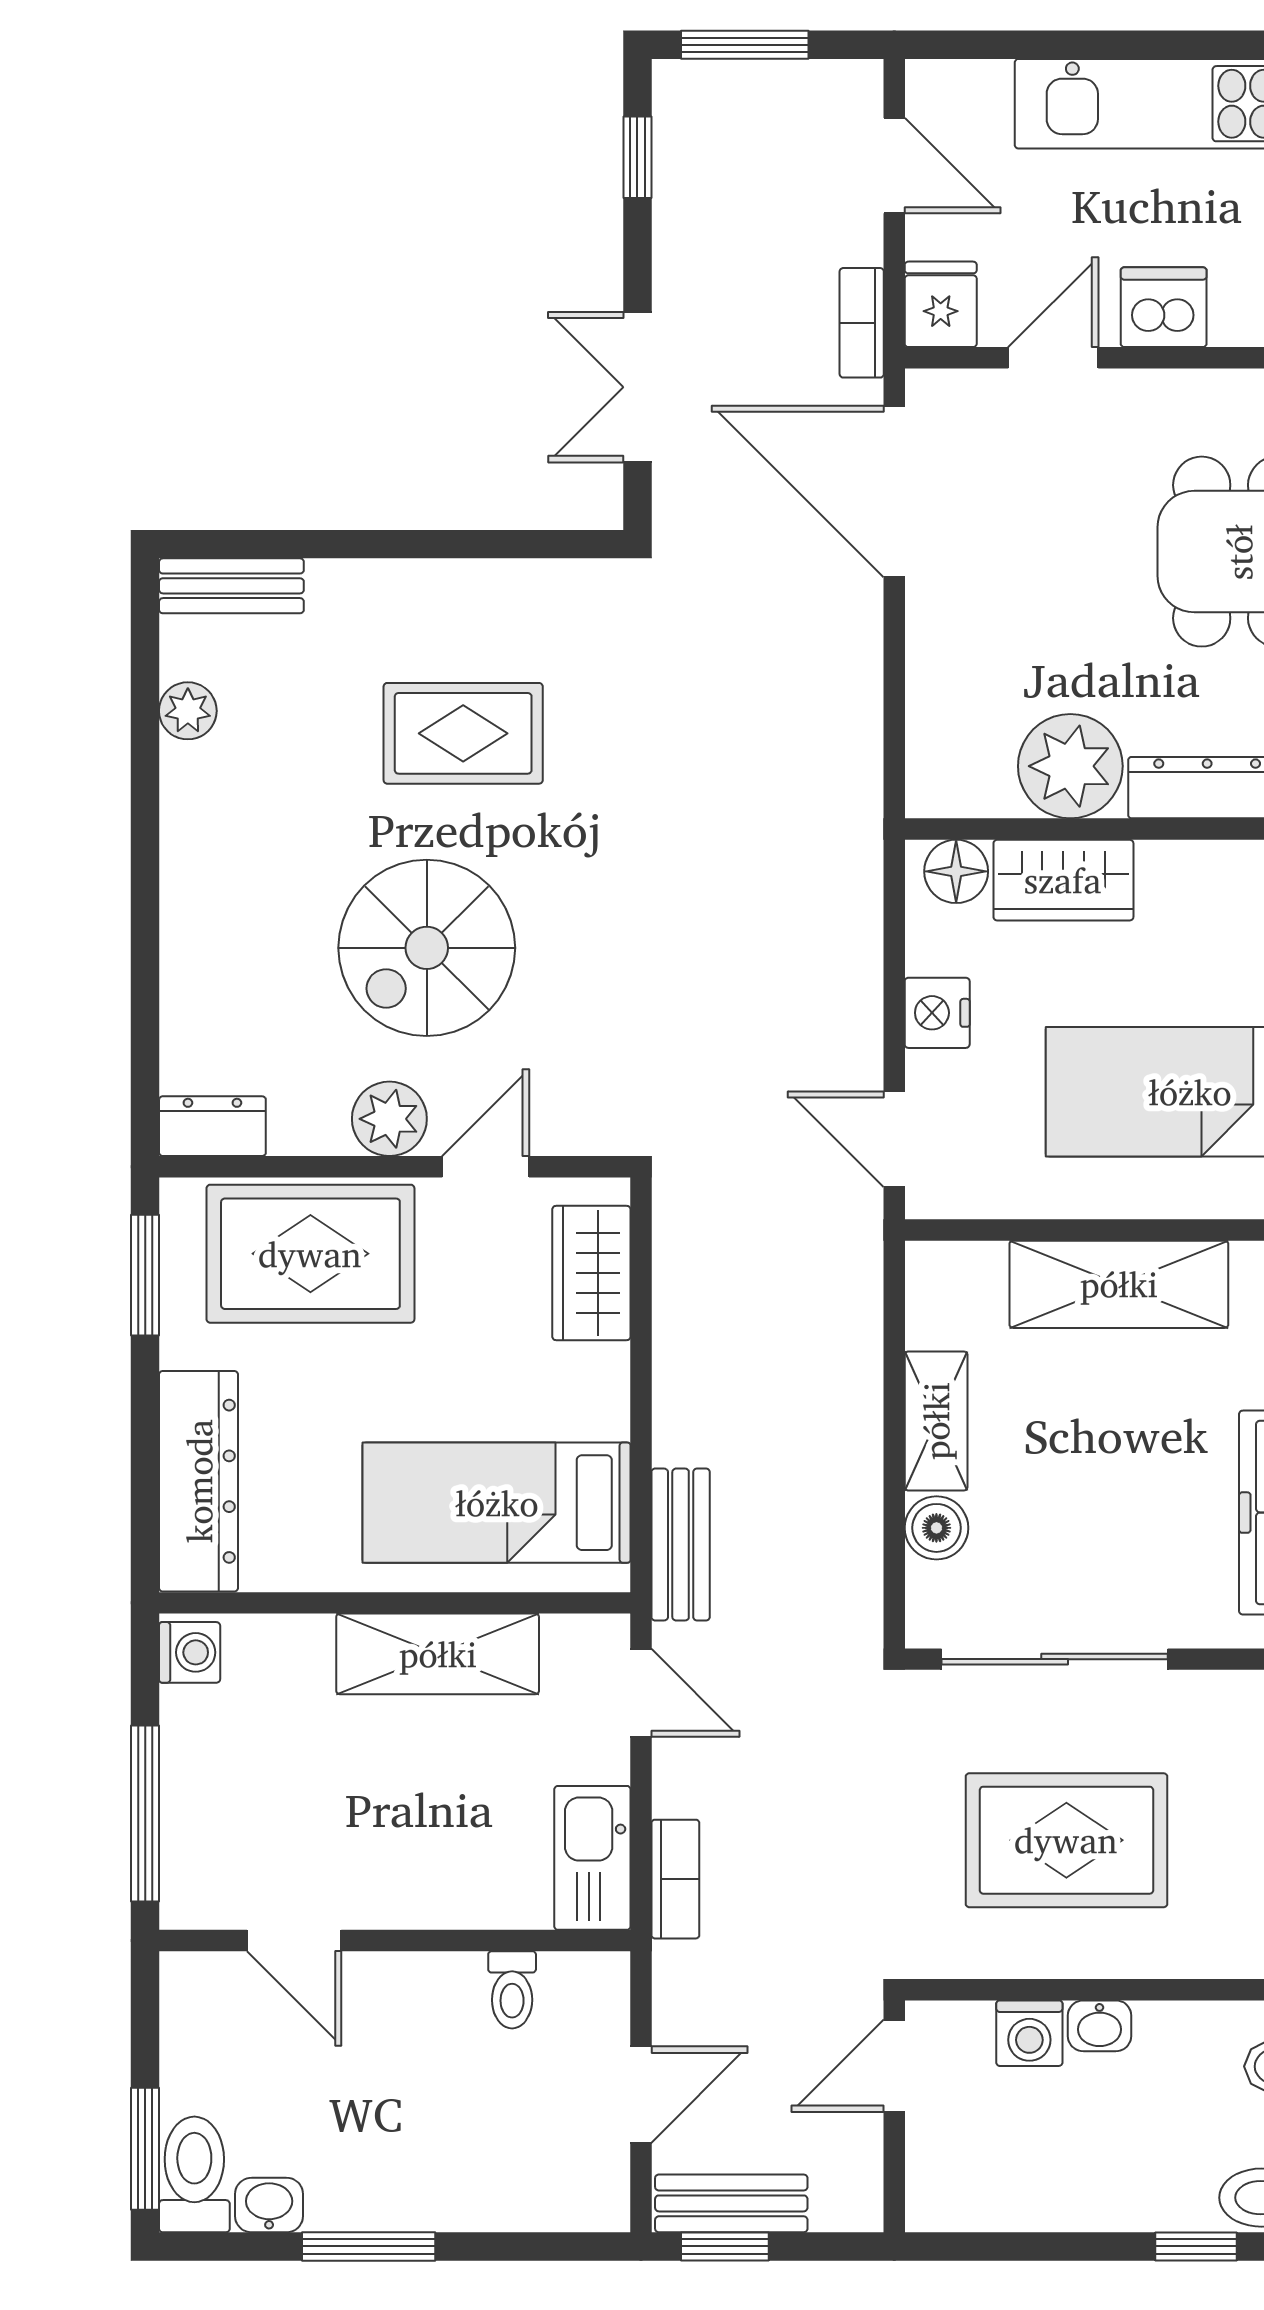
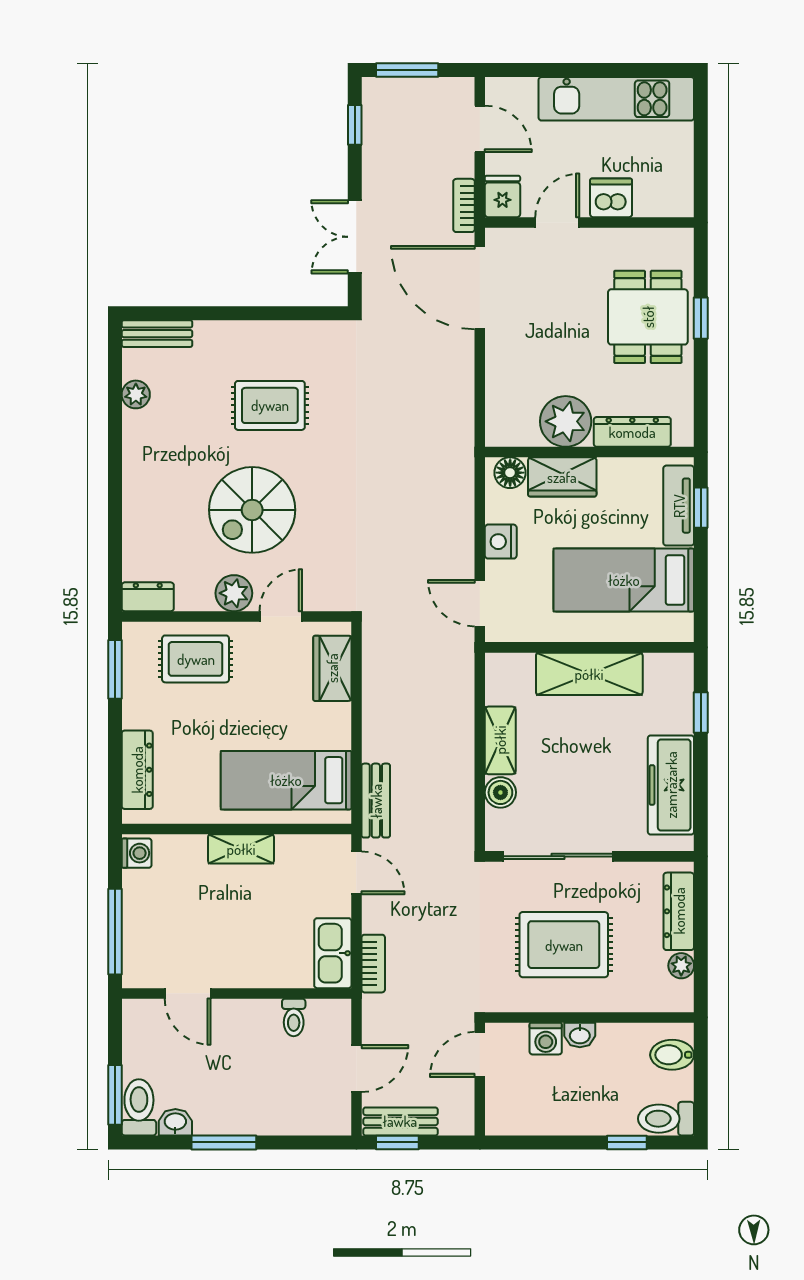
rug: (310, 1254) -> (196, 659), width x0.73, depth x0.70
dresser: (199, 1481) -> (137, 770), width x0.73, depth x0.80
shelving: (438, 1654) -> (241, 849), width x0.67, depth x0.75

